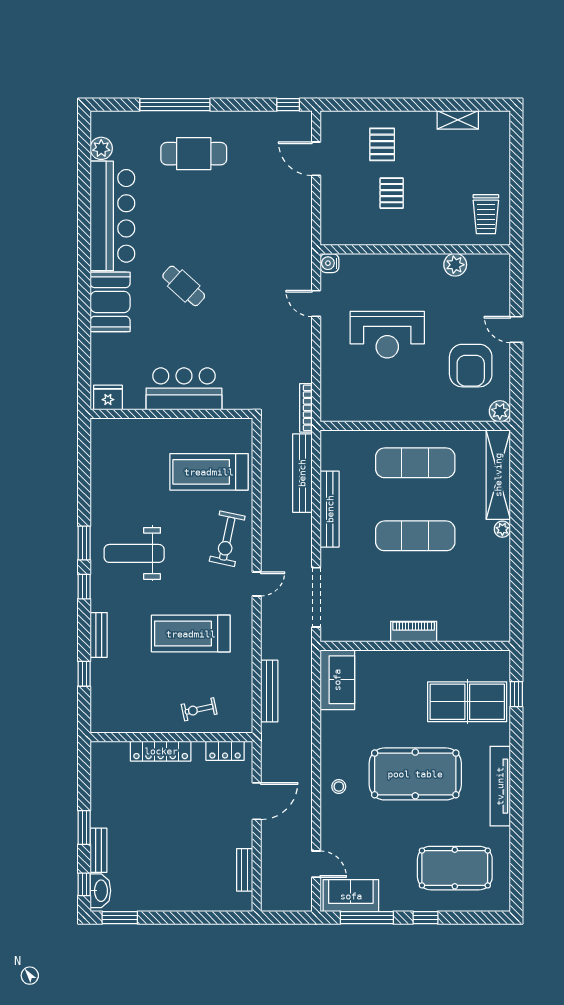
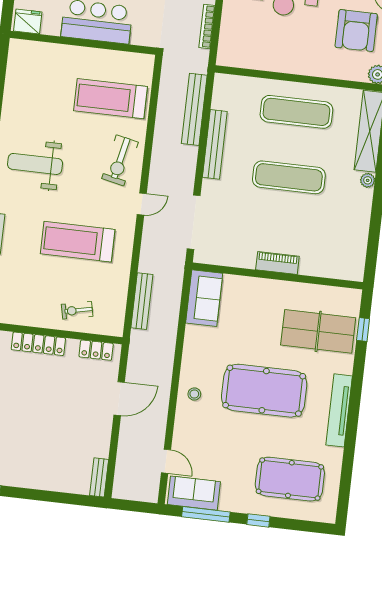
bookcase: (306, 408) -> (207, 26), moved
bench: (245, 870) -> (99, 477), moved

